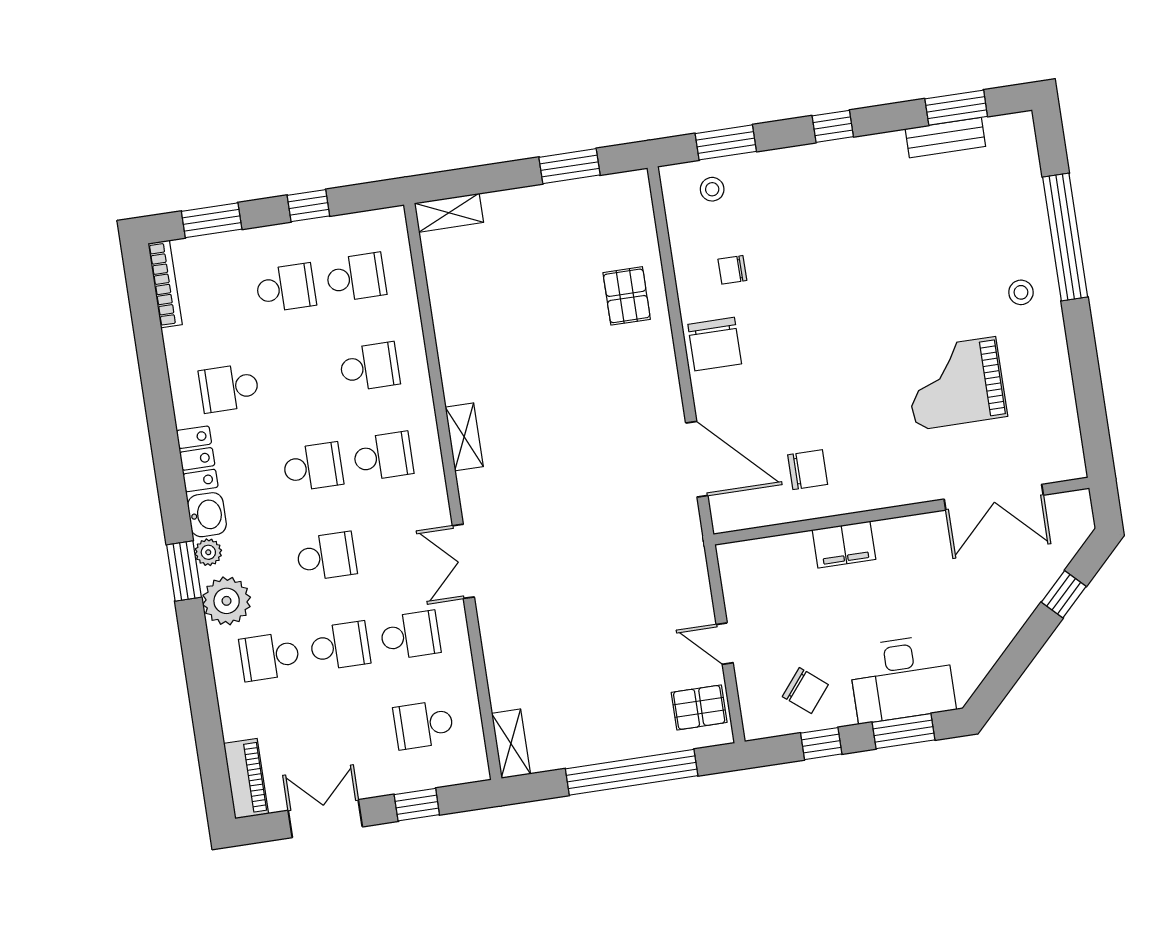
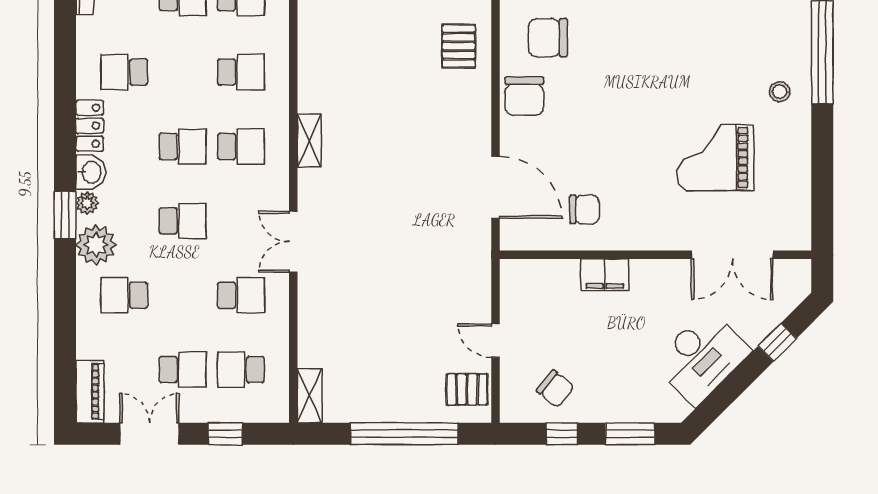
chair: (732, 270) -> (548, 38), width x1.87, depth x1.87
school desk: (340, 646) -> (183, 370), moved
desk: (902, 679) -> (702, 357), moved, turned -45

